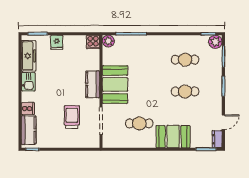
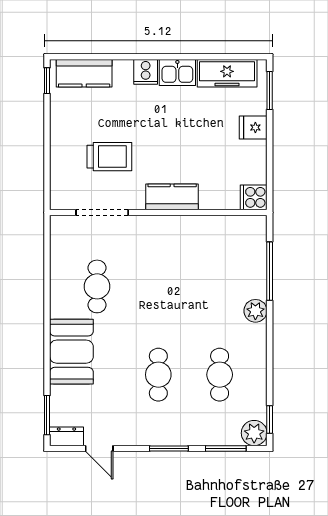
plant: (108, 41) -> (255, 311), moved
booth: (115, 85) -> (172, 240), removed
cooker: (28, 109) -> (146, 72), moved

